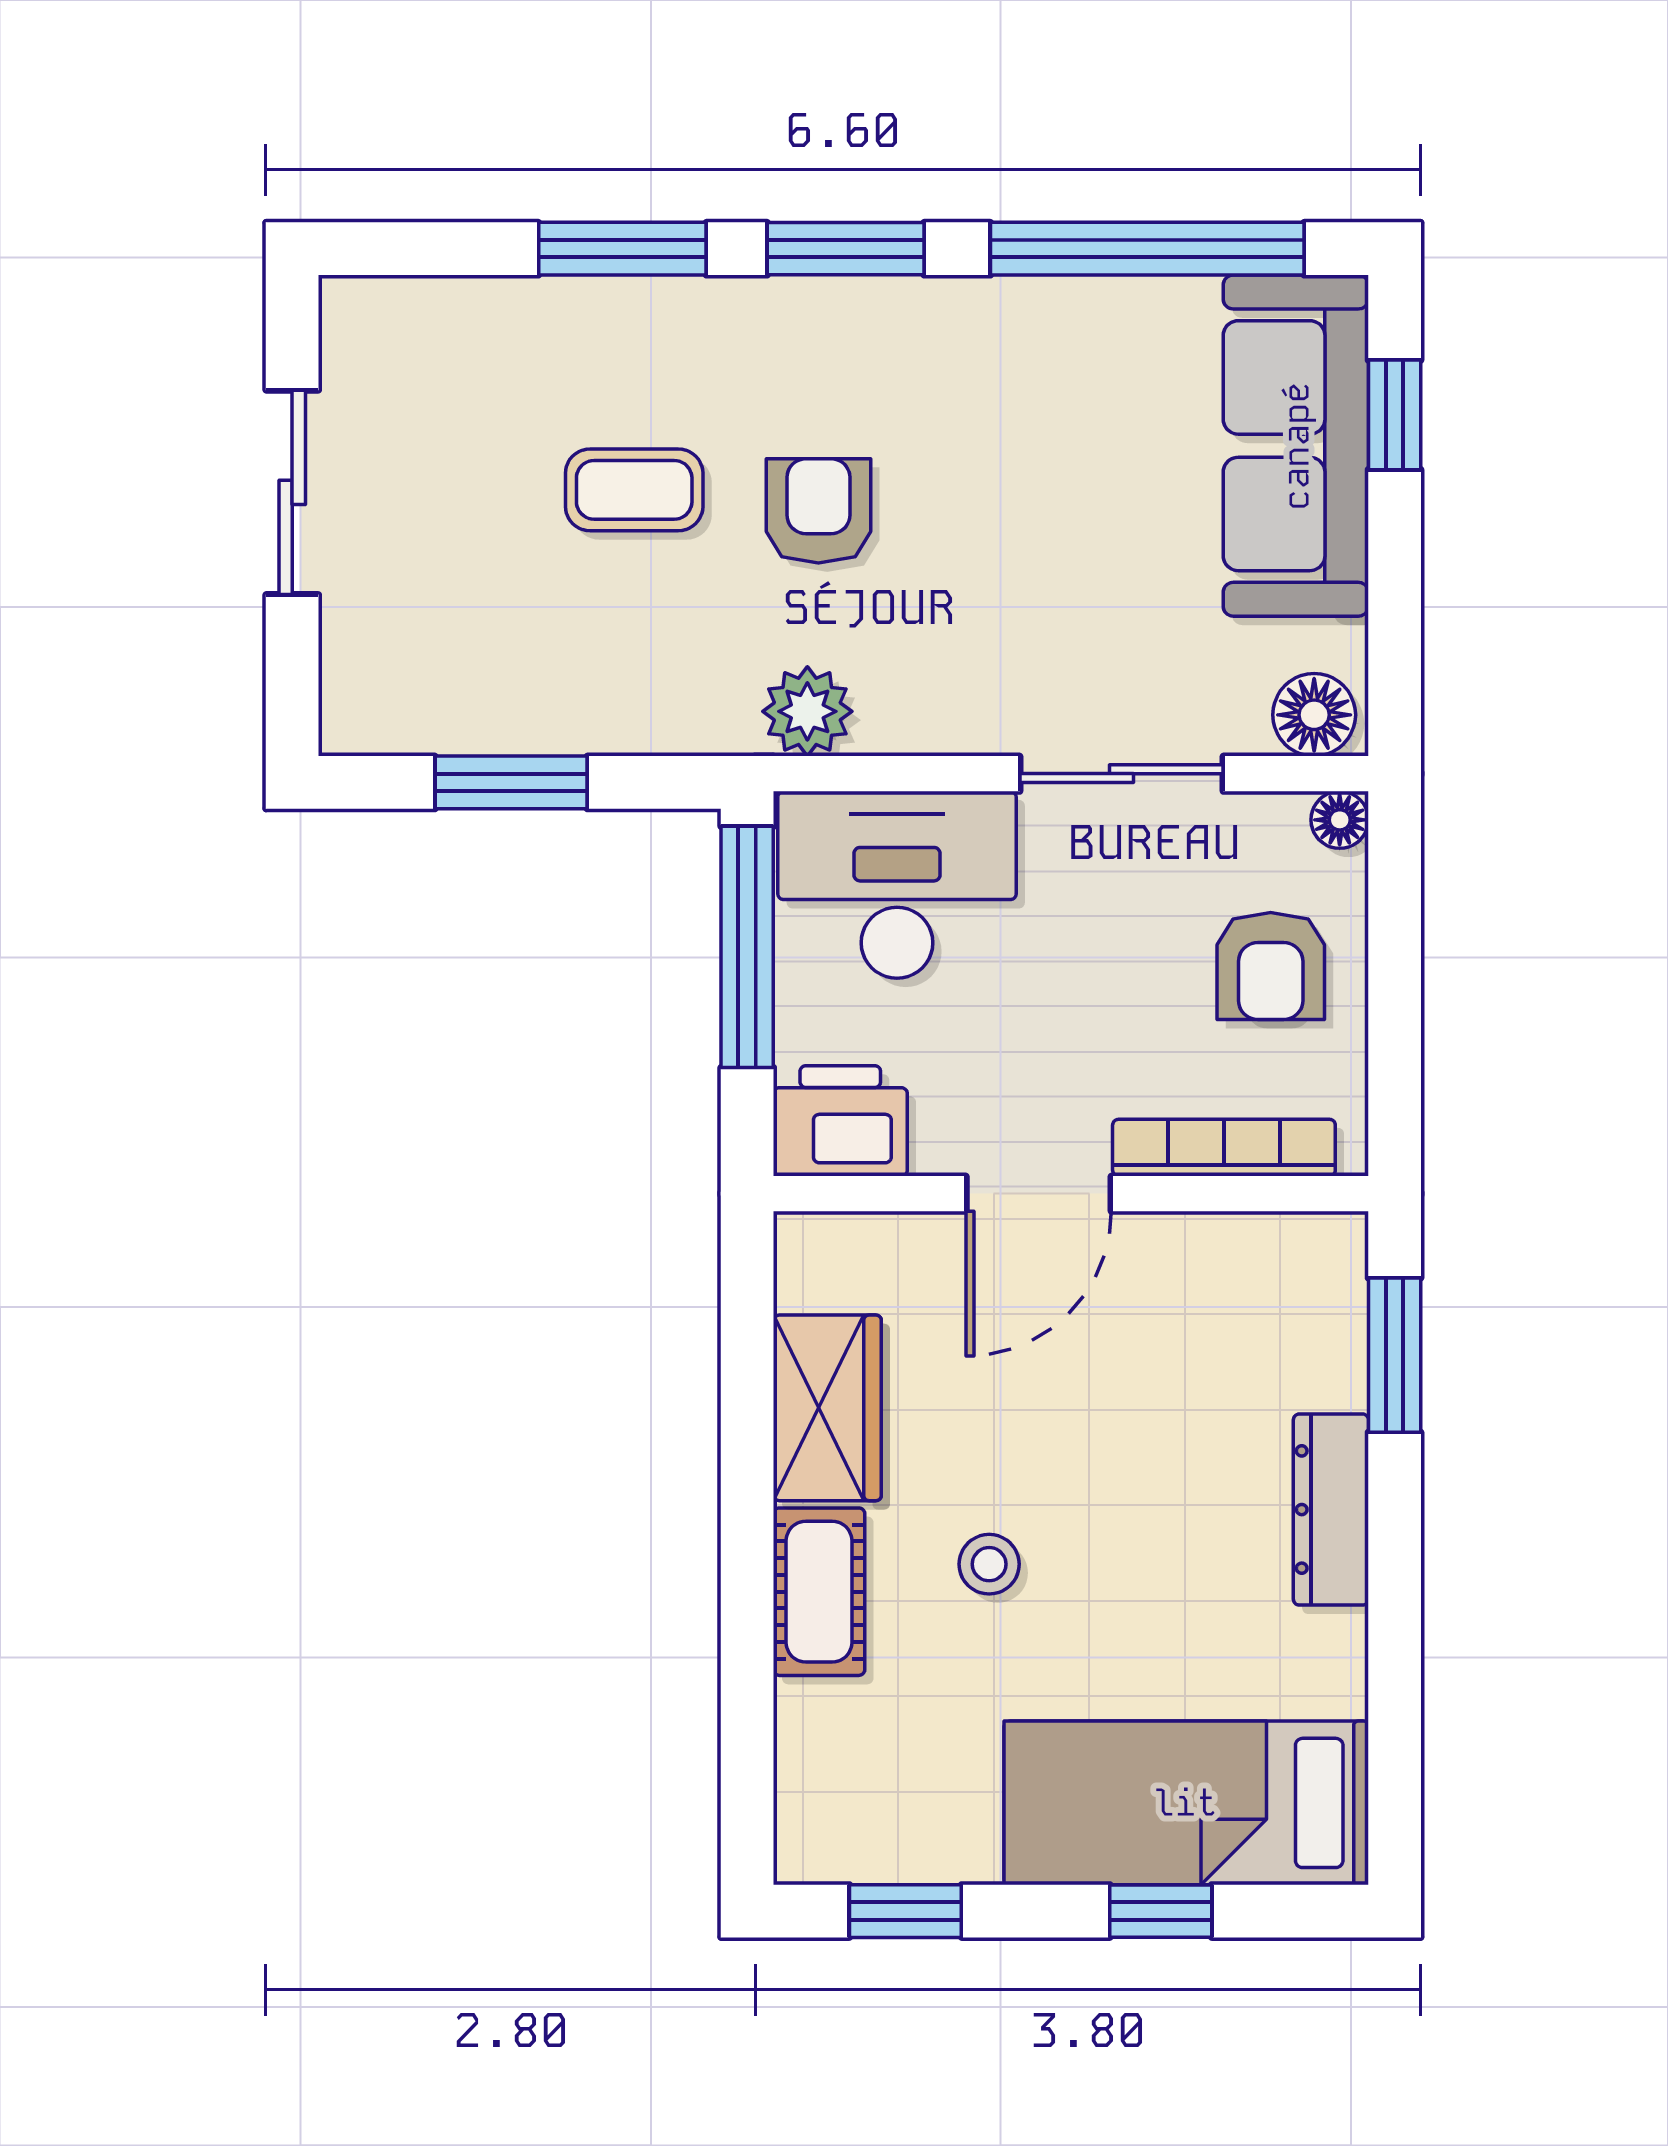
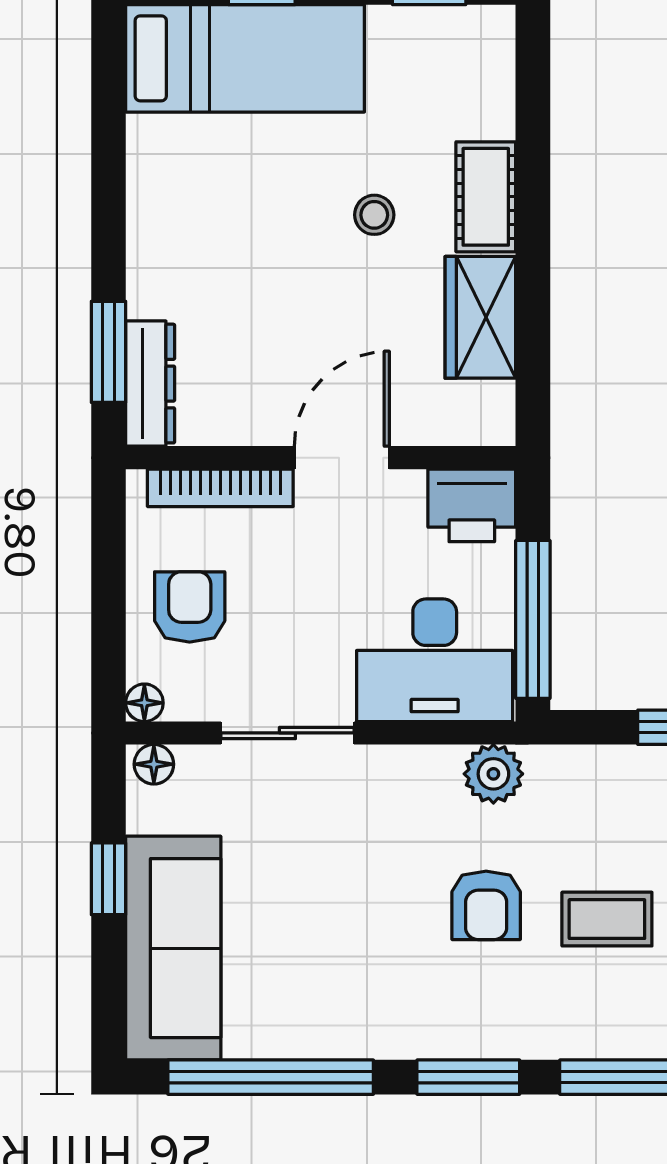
window: (1395, 415) -> (108, 879), moved
floor lamp: (1314, 715) -> (154, 764), width x0.73, depth x0.73
dresser: (1331, 1510) -> (150, 384), moved

